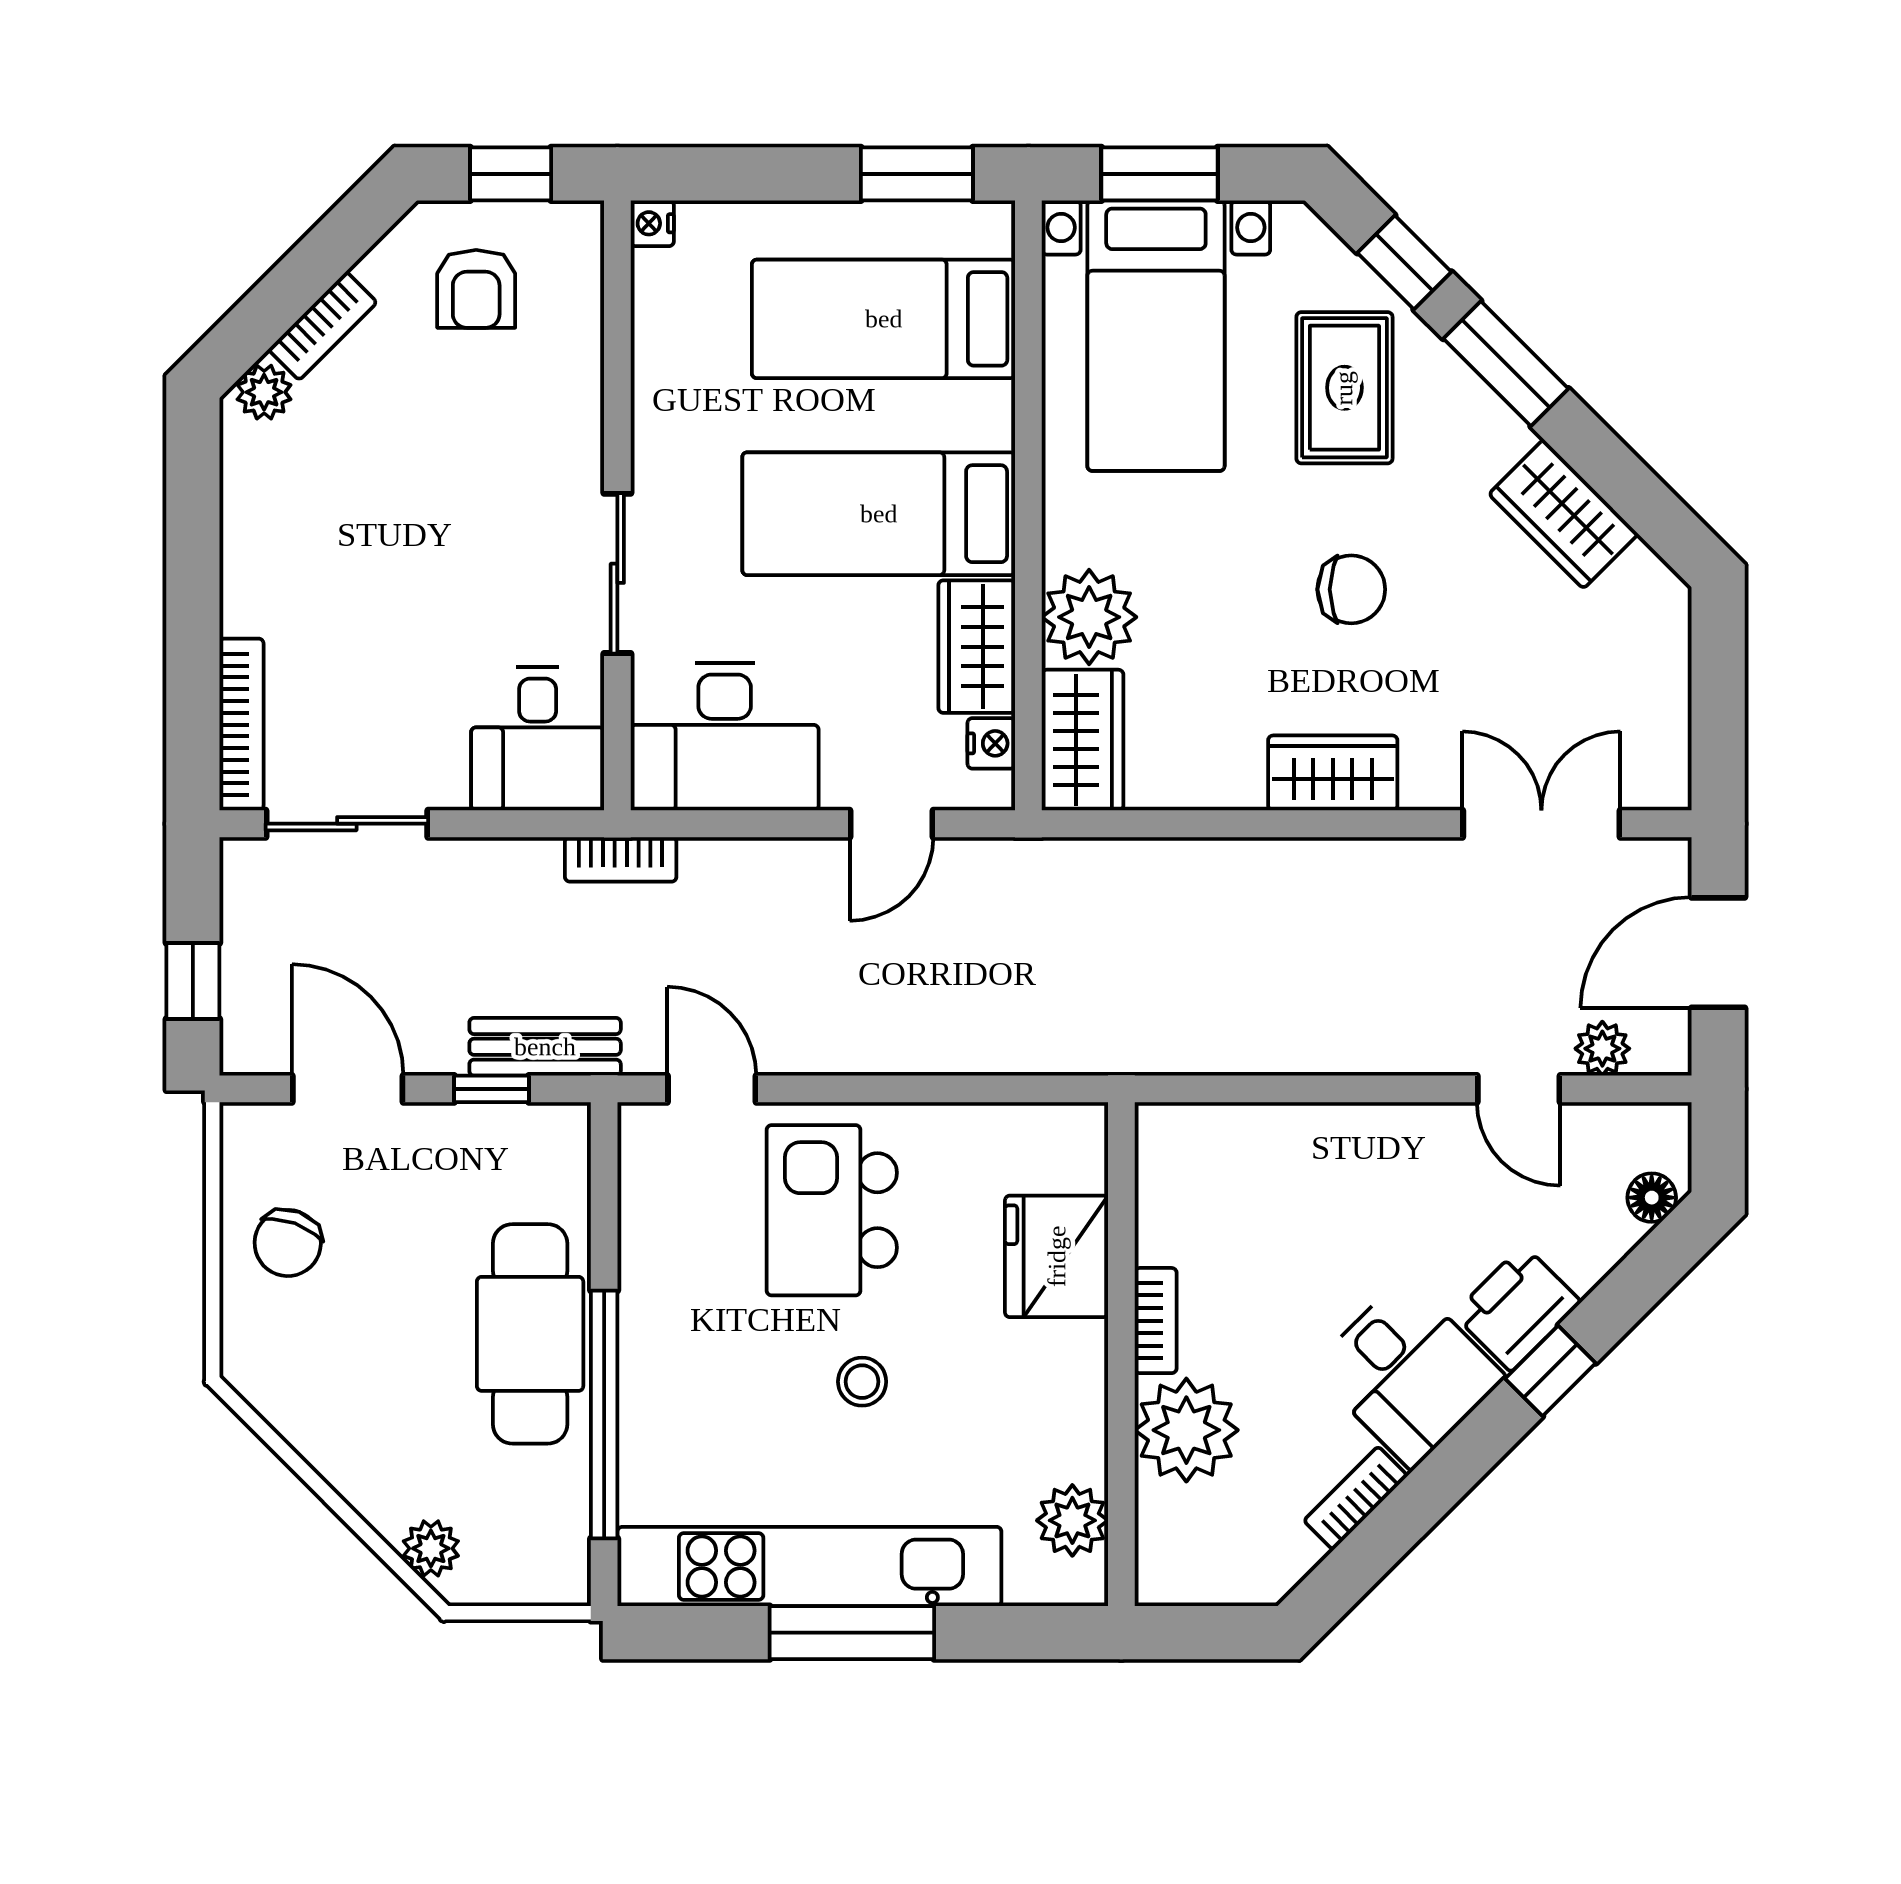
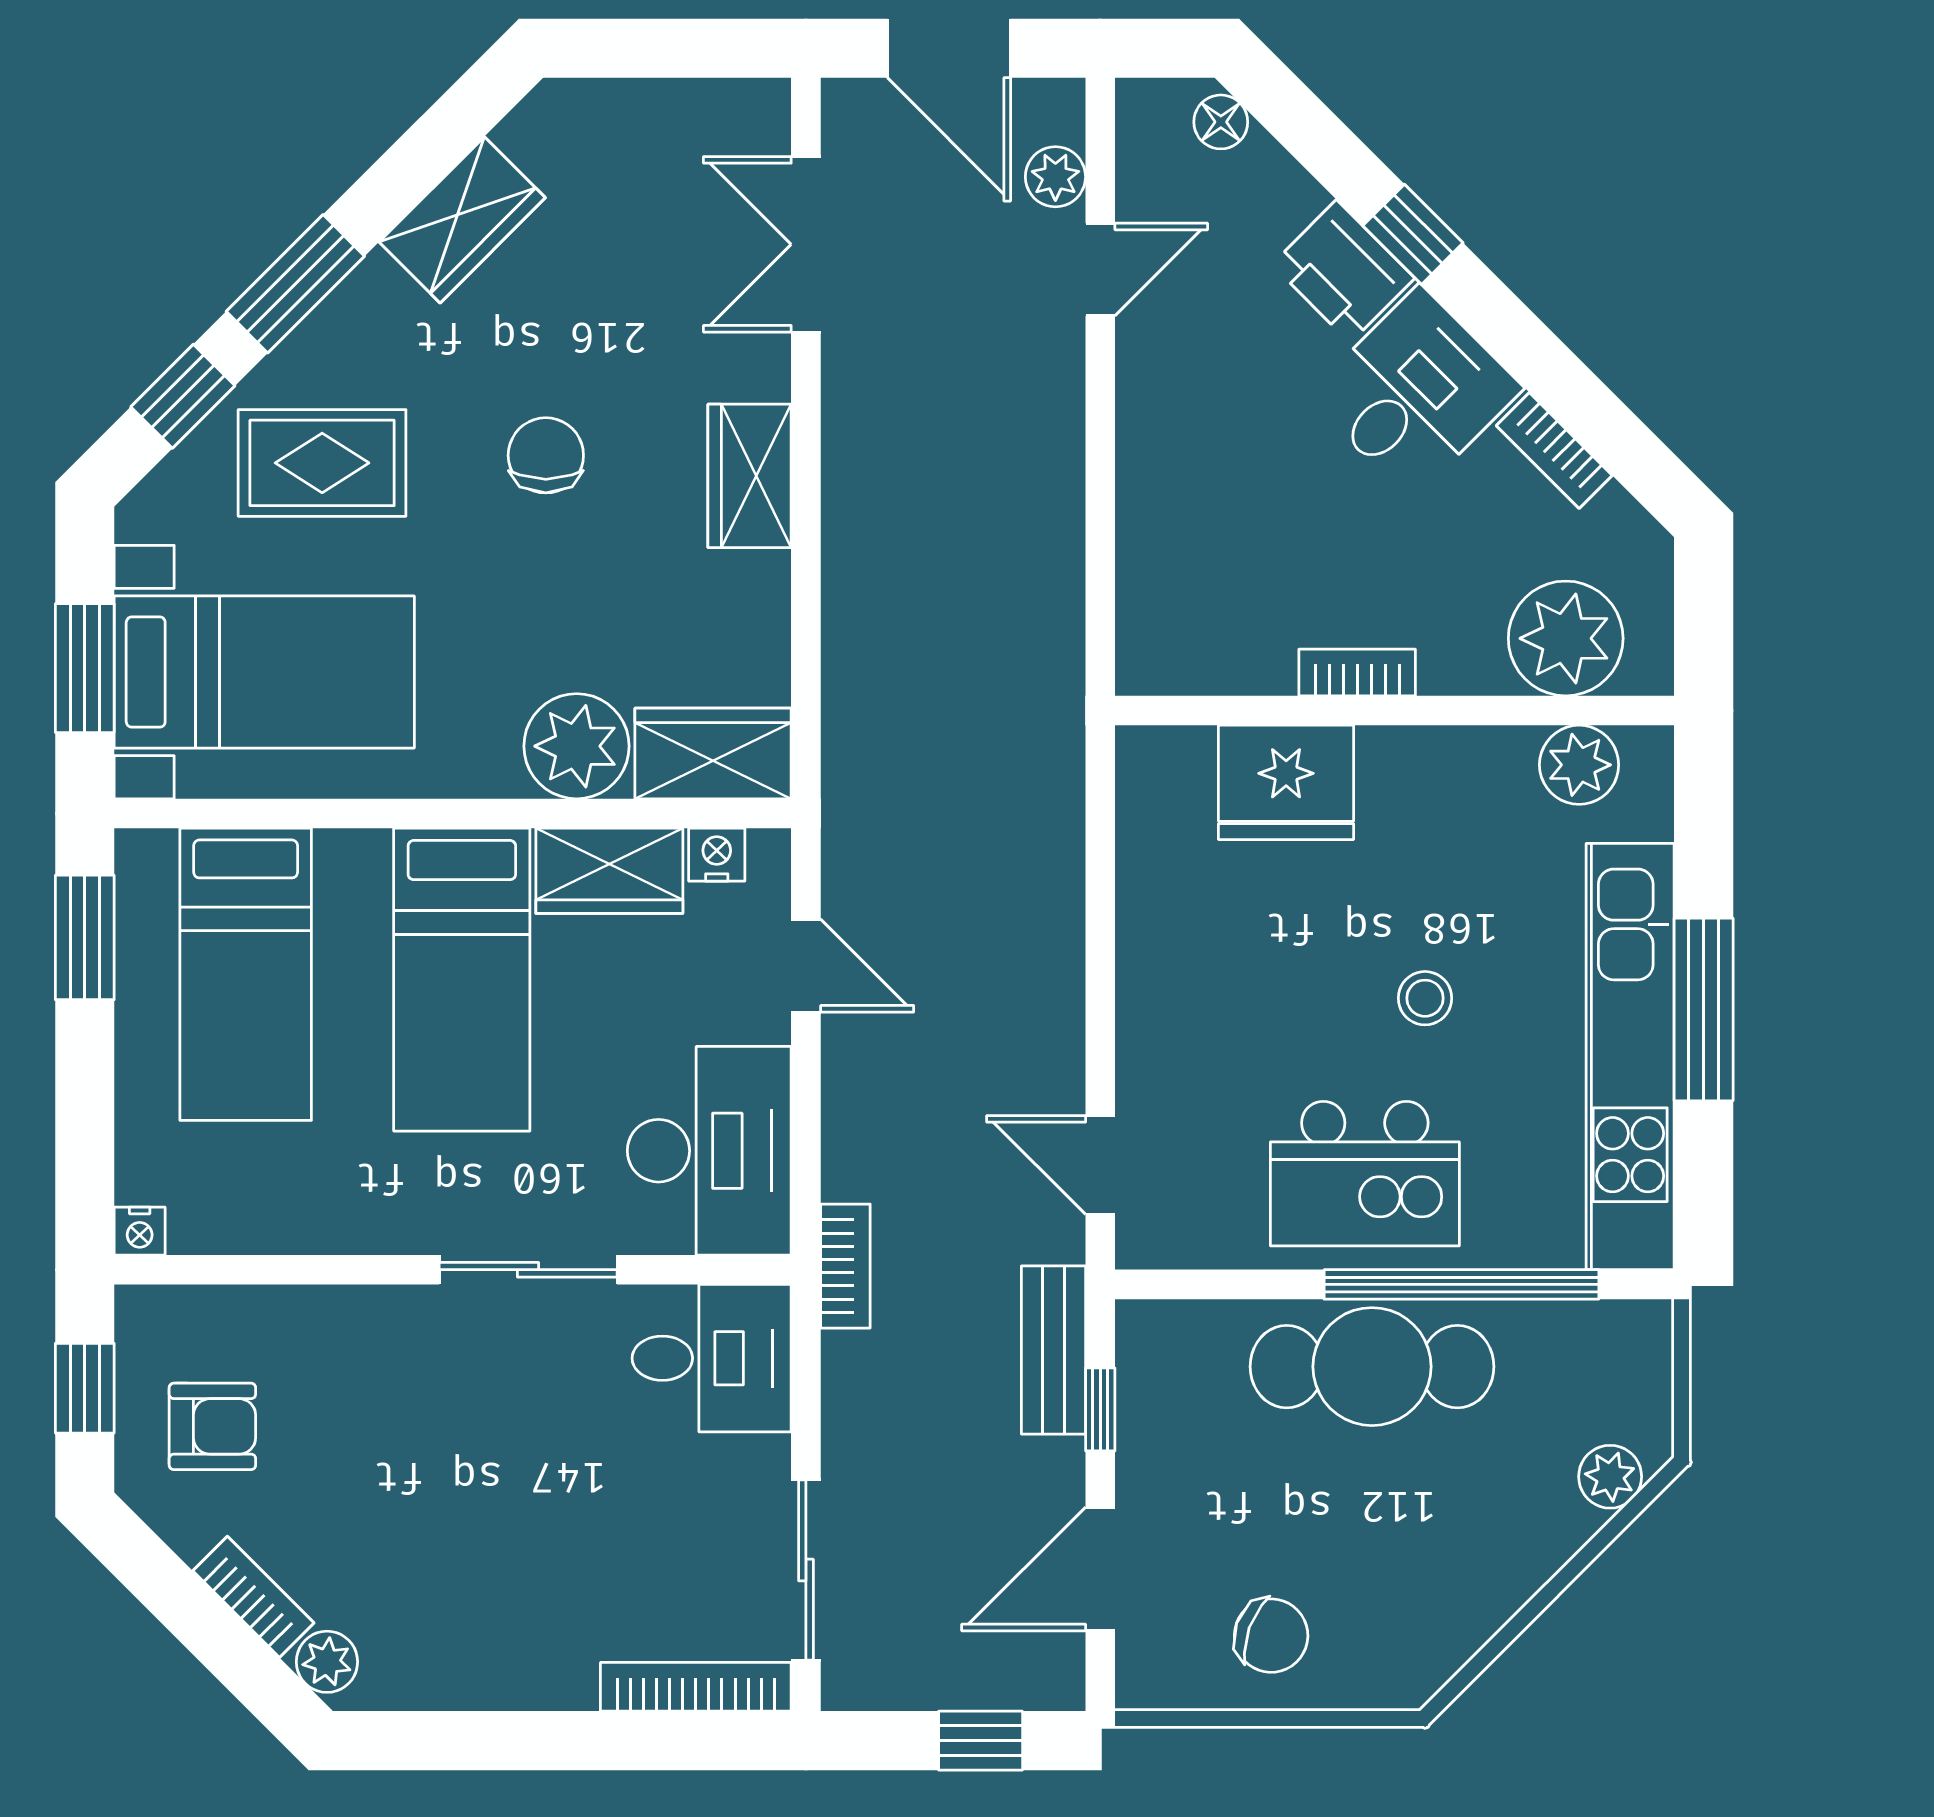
door: (712, 1089) -> (1100, 1165), hinge flipped
kitchen island: (832, 1210) -> (1365, 1174), moved
plant: (1186, 1430) -> (1566, 638), moved

